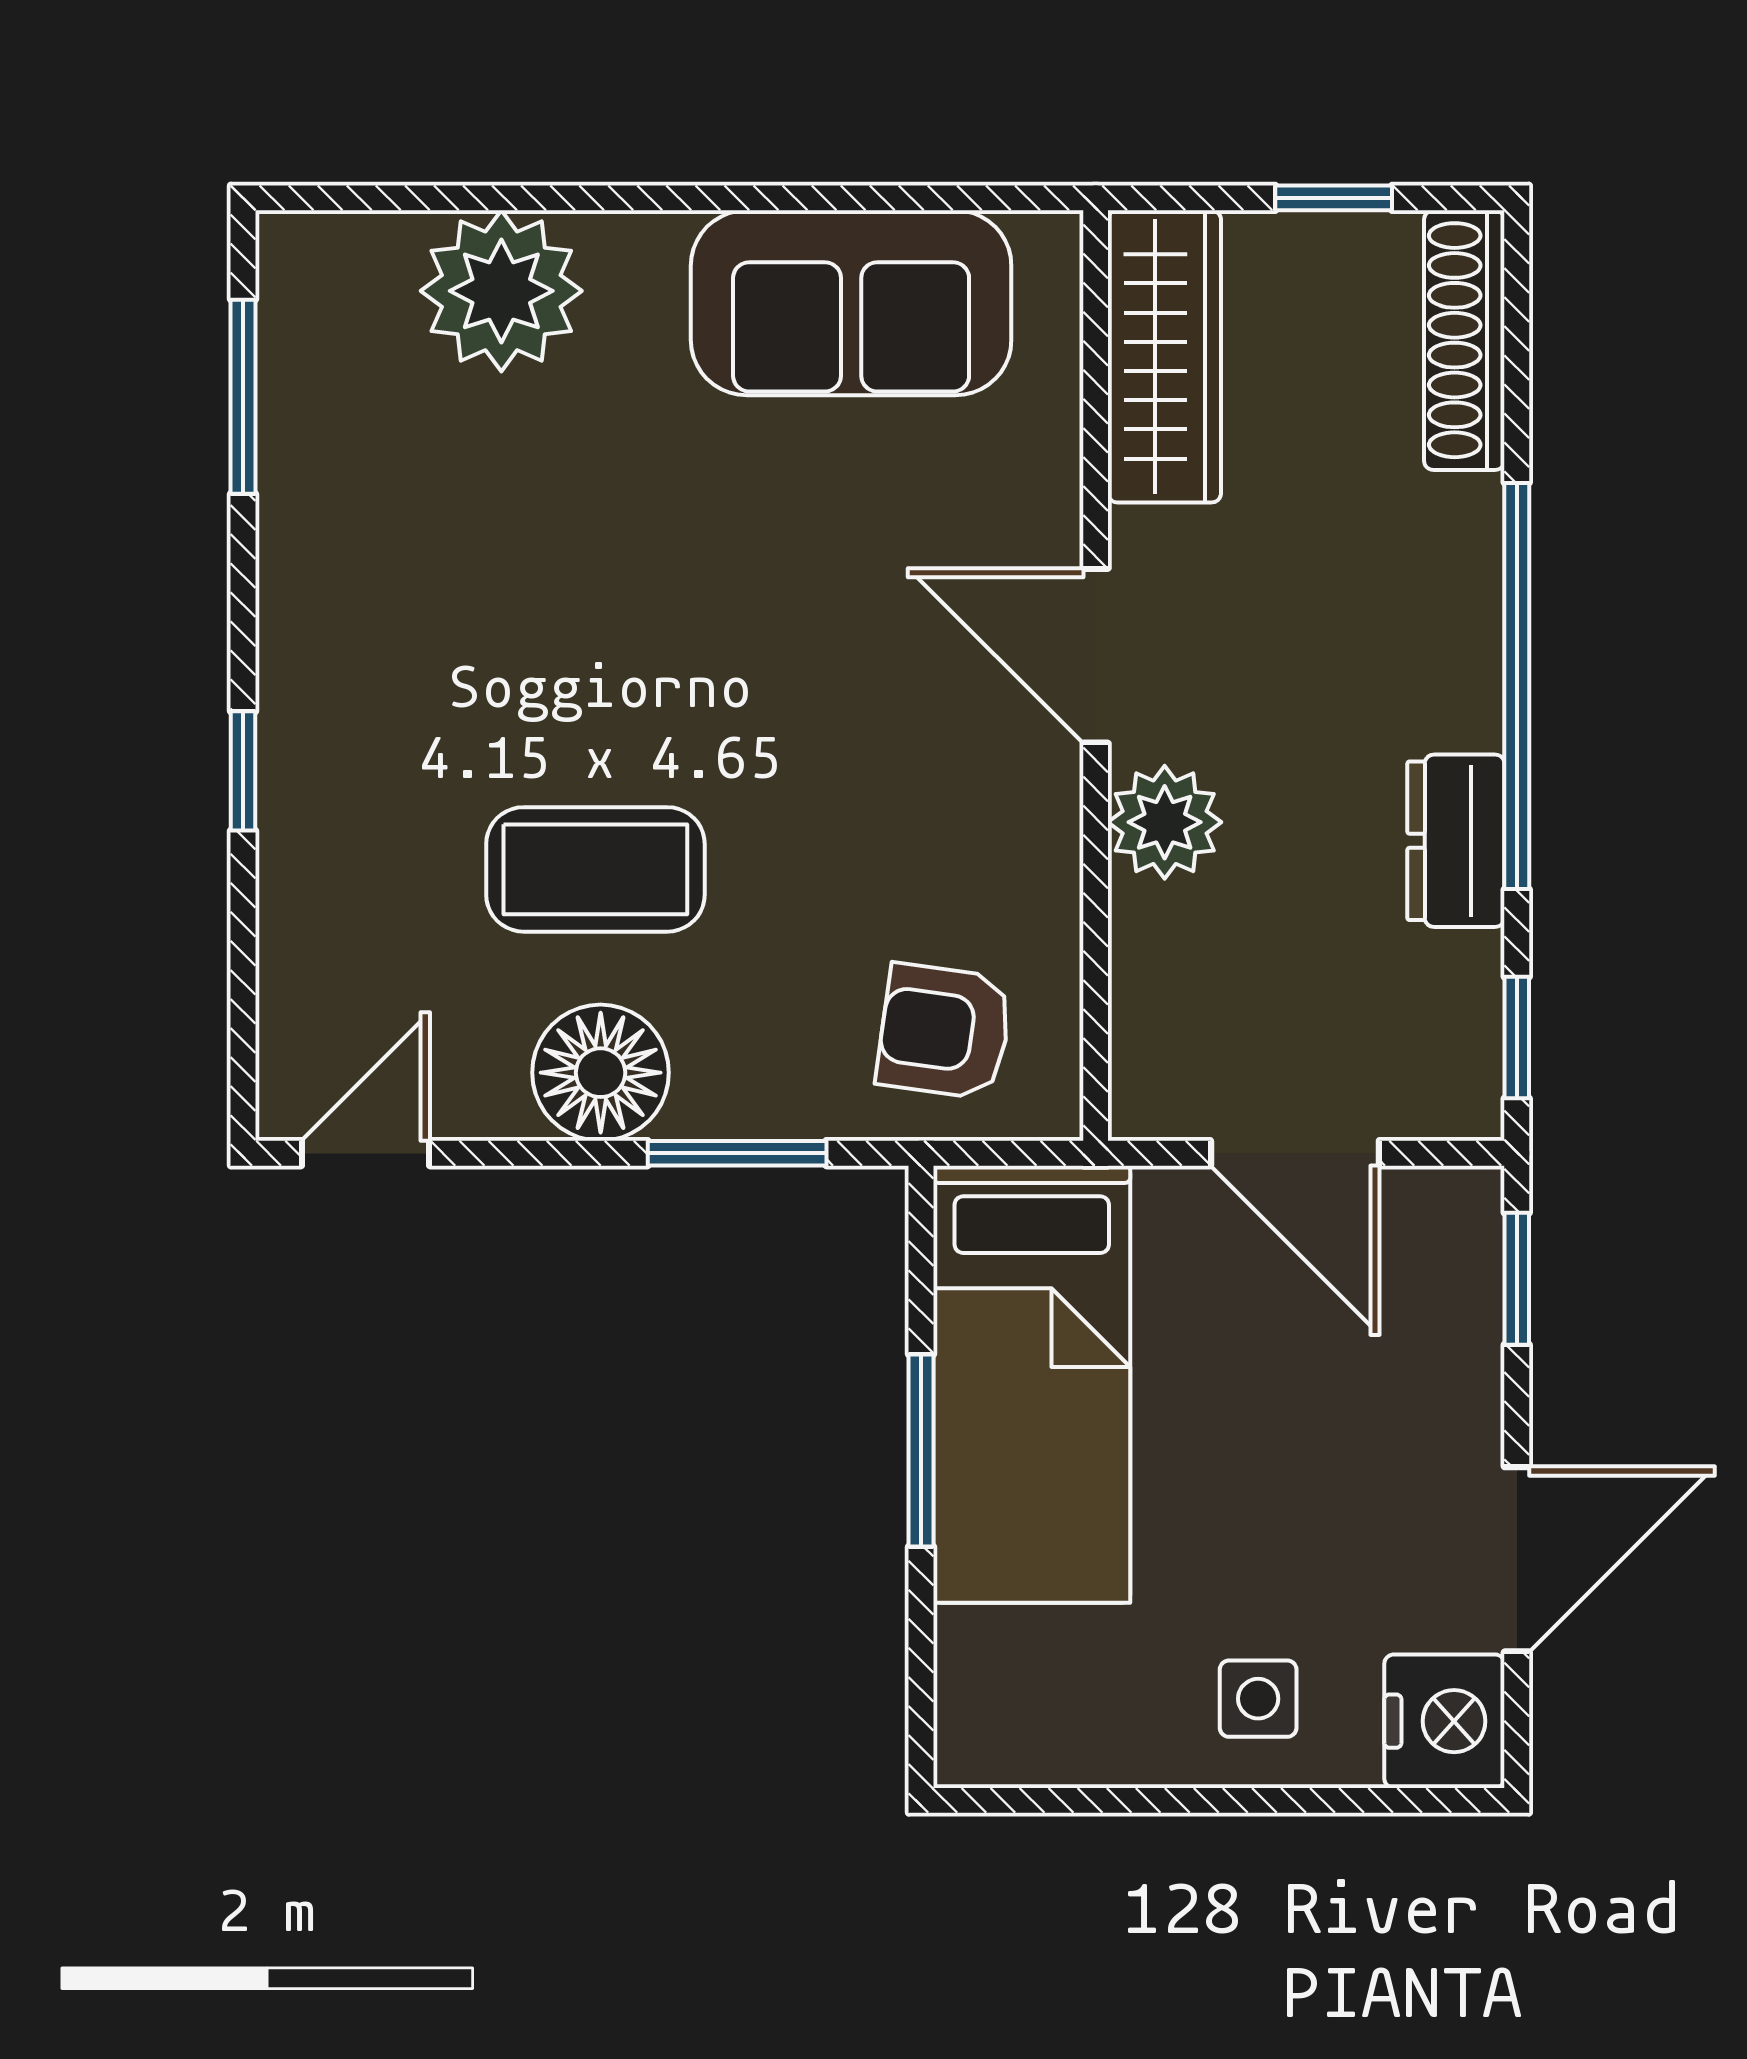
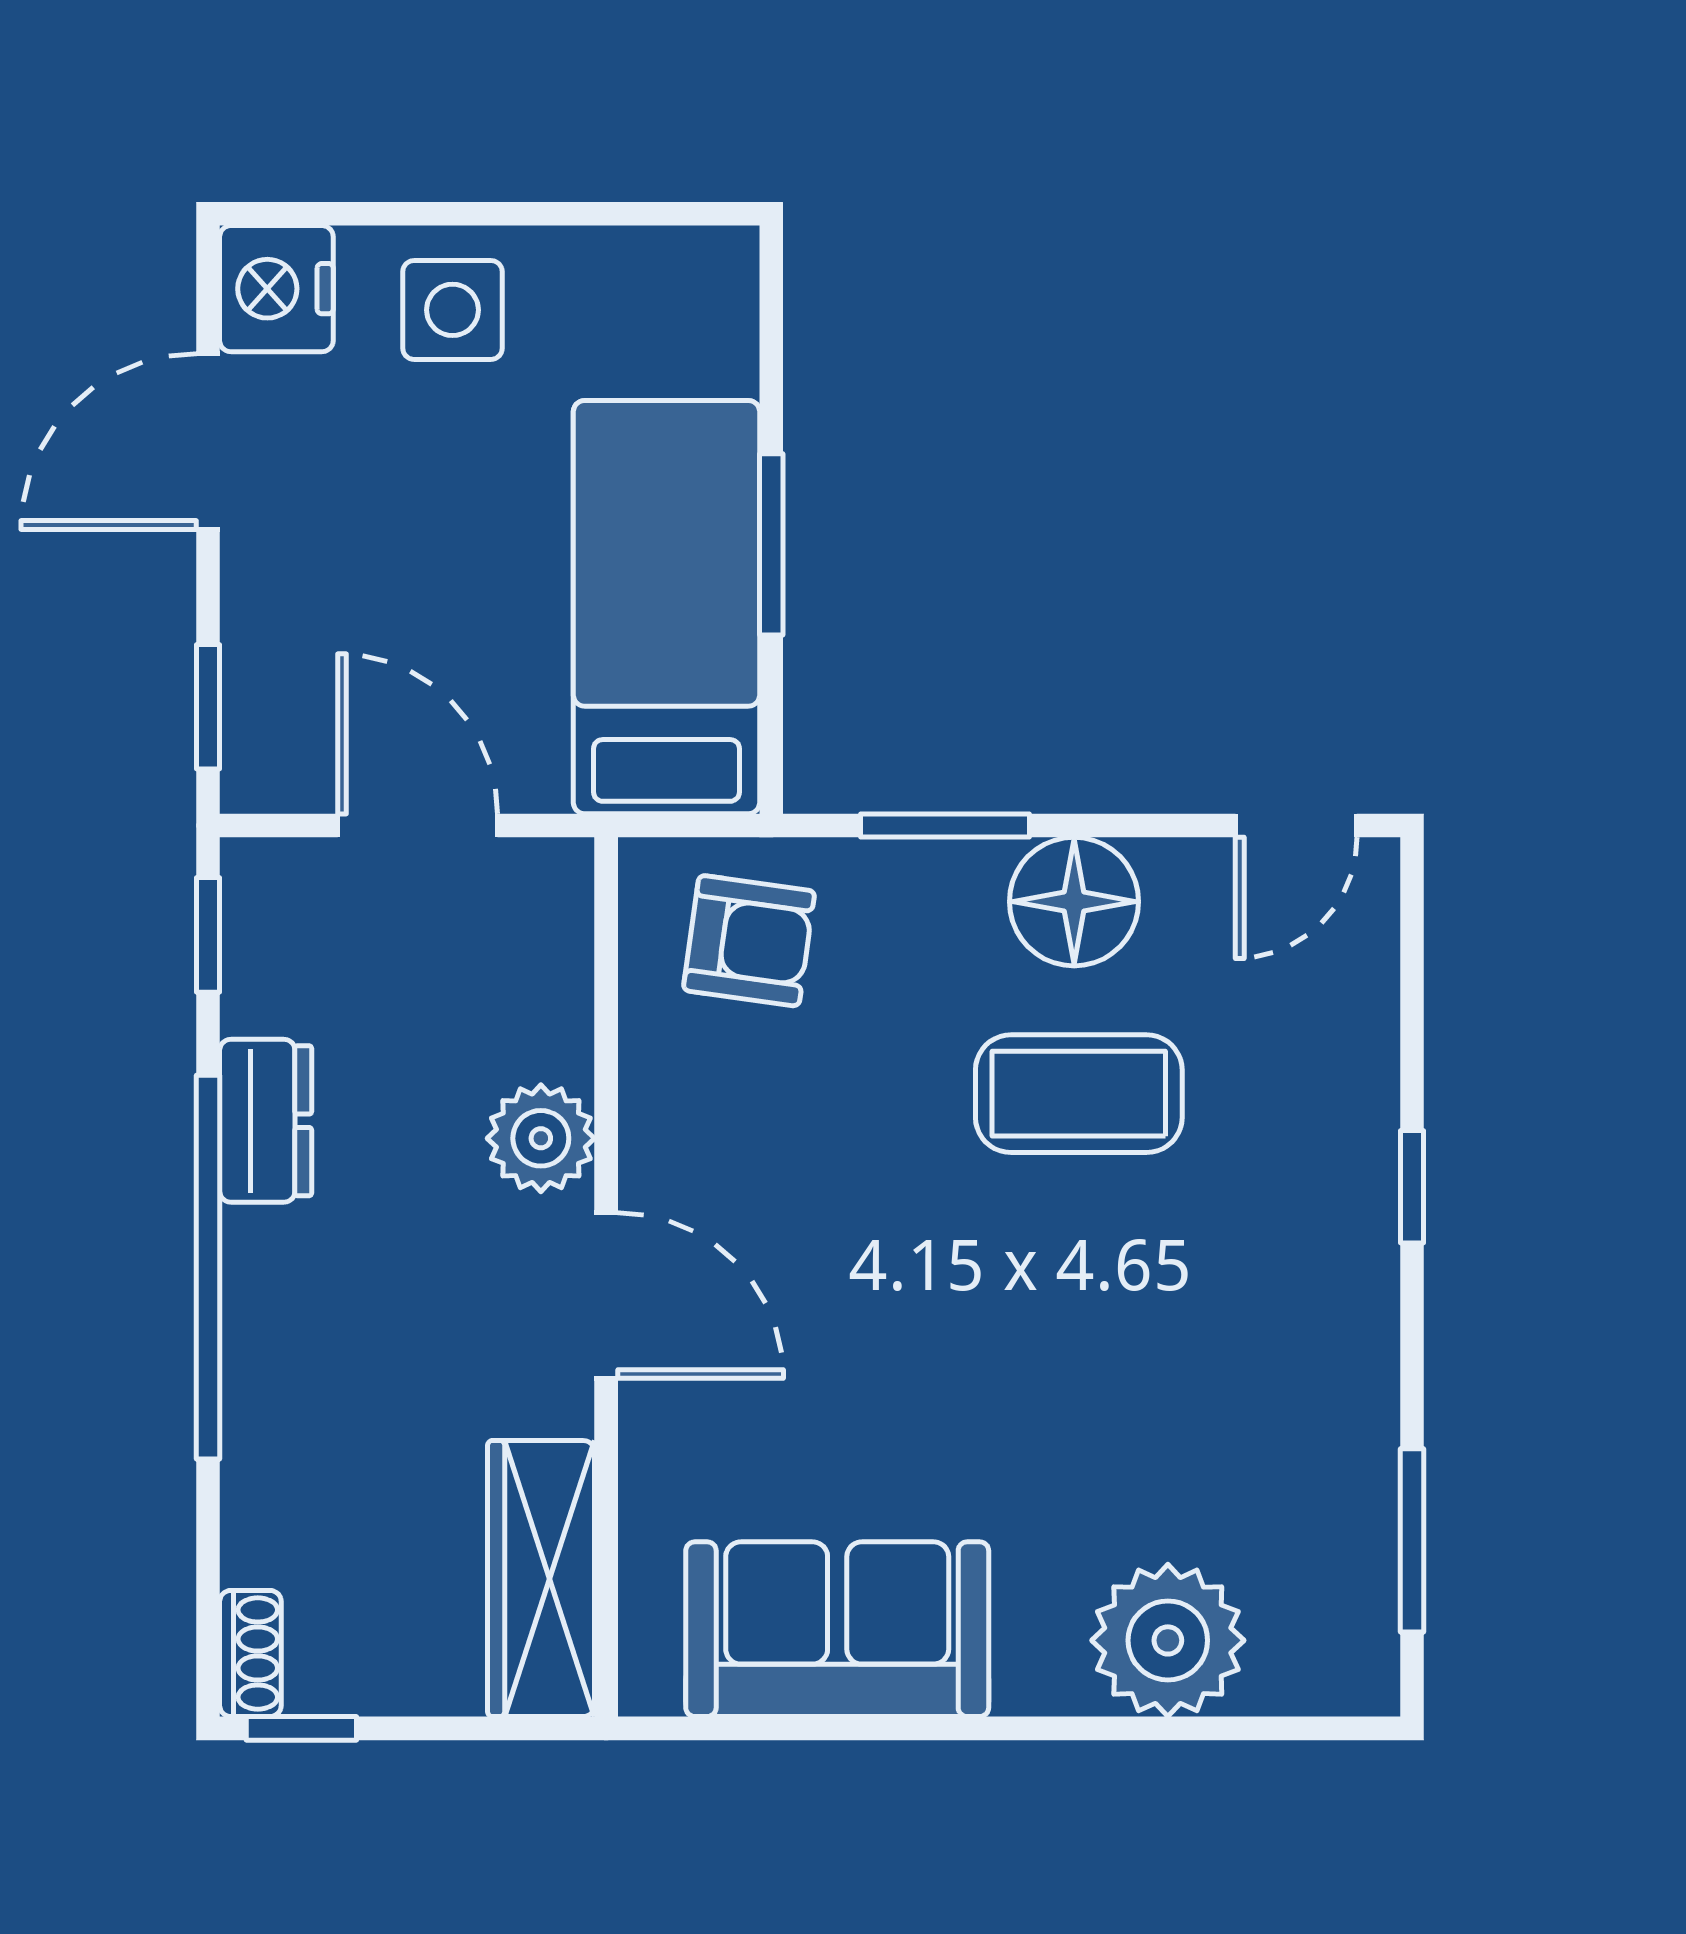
window: (1334, 198) -> (301, 1728), moved
shoe rack: (1464, 340) -> (250, 1653), width x0.51, depth x0.81
side table: (1258, 1699) -> (453, 310), width x1.37, depth x1.37

